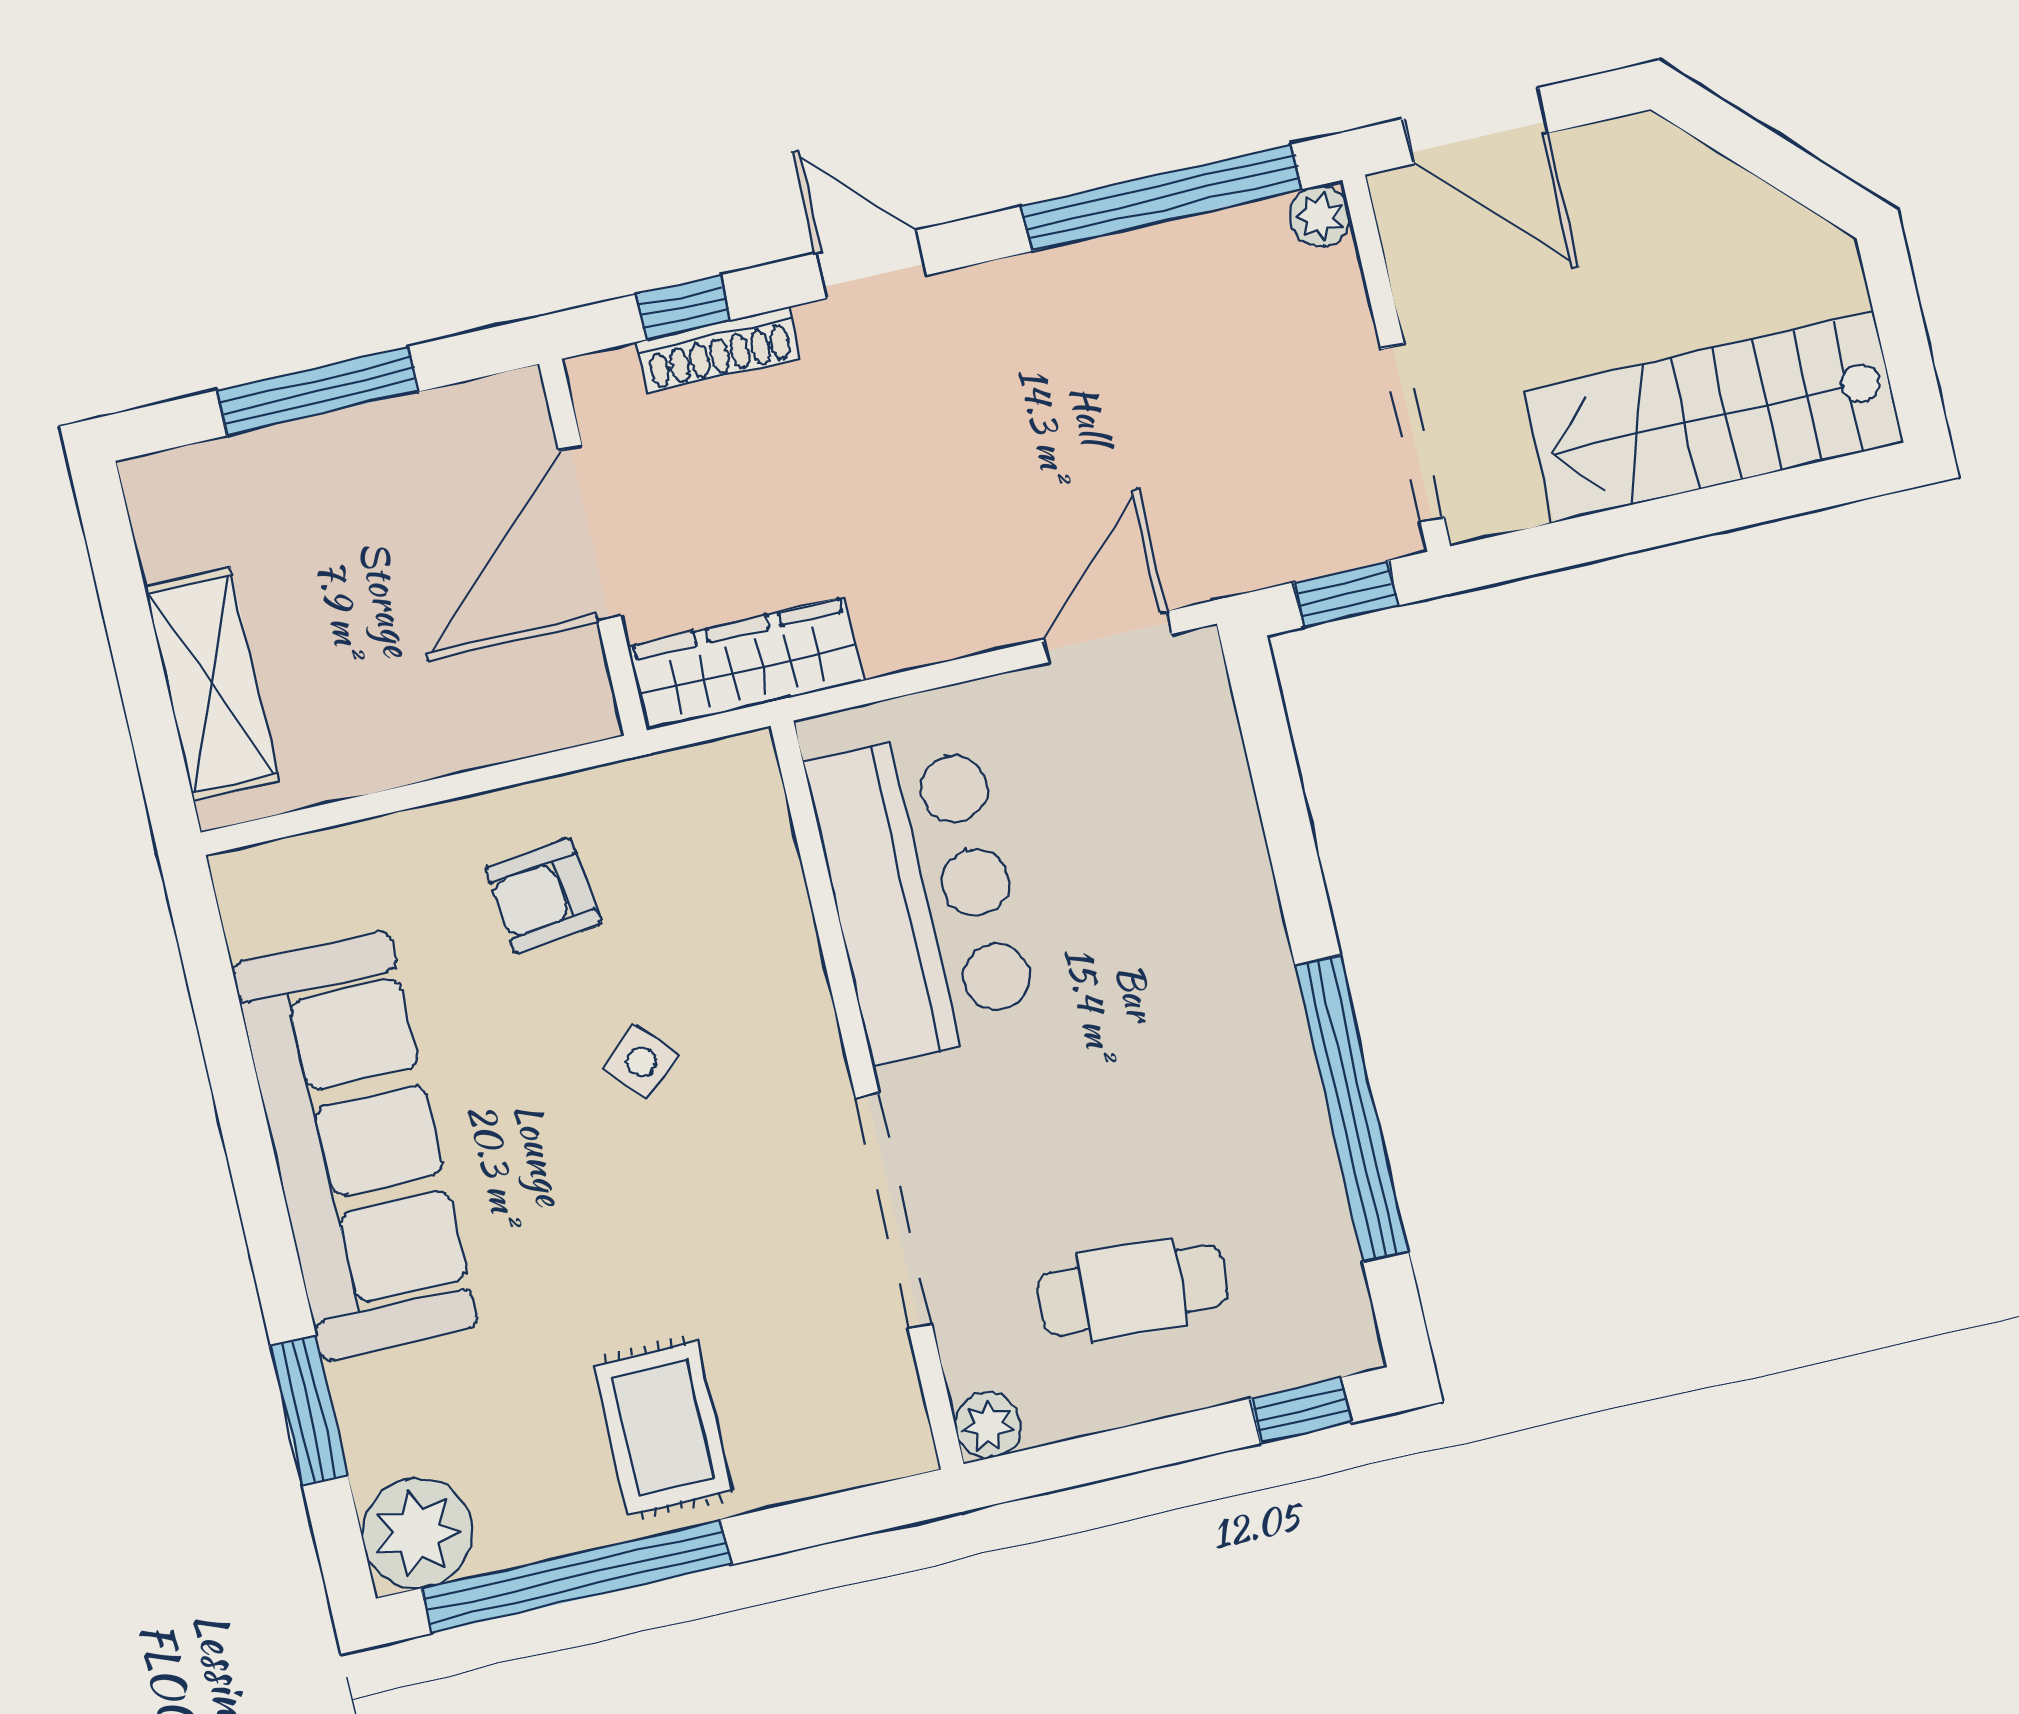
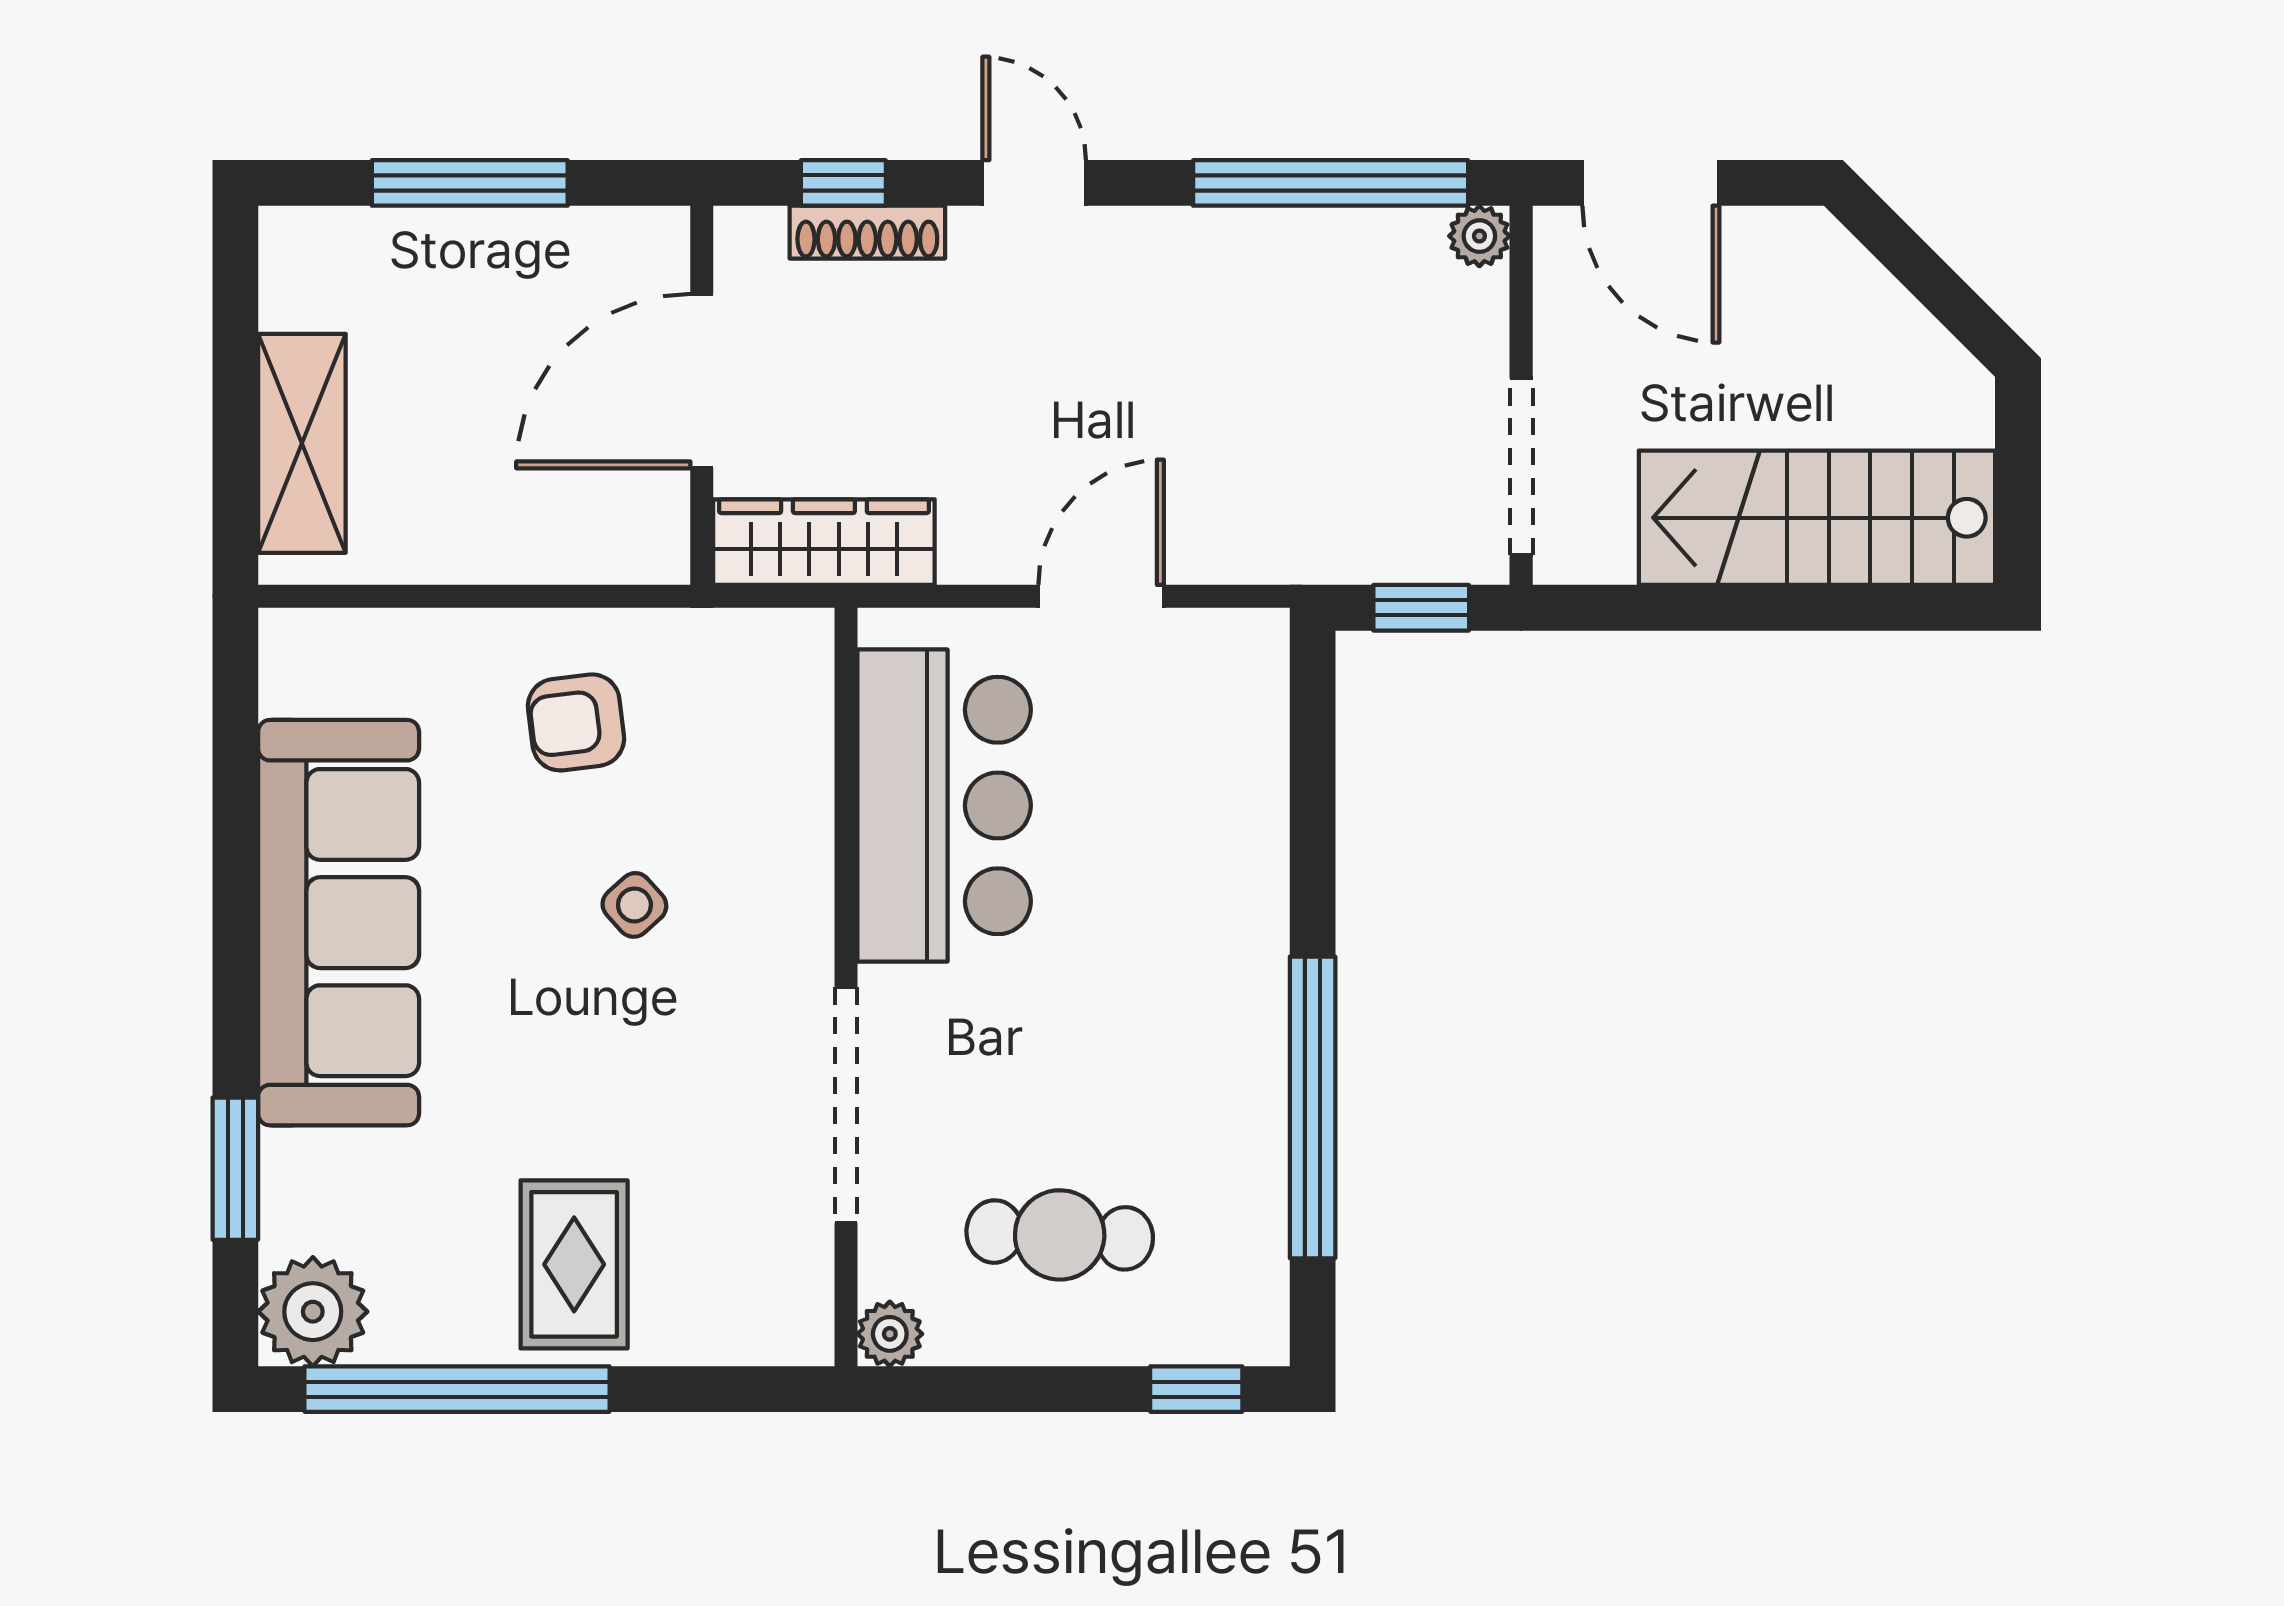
door: (1107, 637) -> (1101, 596), moved

